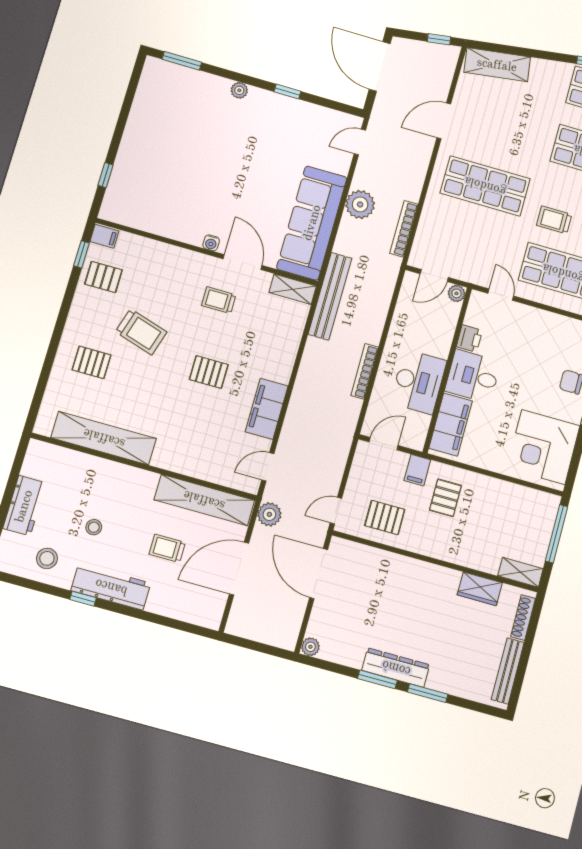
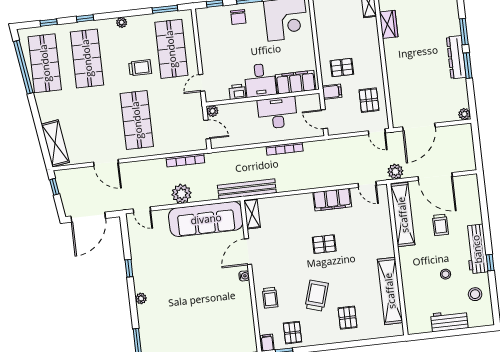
trolley: (554, 220) -> (140, 68), turned -90
trolley: (219, 300) -> (270, 298), moved
pallet: (209, 372) -> (324, 244), turned 90

